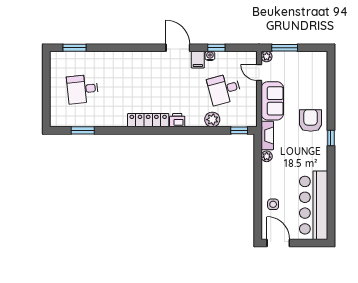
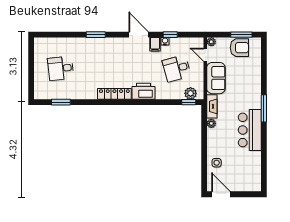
window: (75, 48) -> (96, 35), moved
window: (285, 48) -> (241, 35), moved
printer: (177, 120) -> (143, 91), width x1.87, depth x1.48
plant: (212, 120) -> (191, 93), moved
armchair: (311, 120) -> (239, 48), moved, turned 90
window: (331, 138) -> (264, 108), width x2.17
bar counter: (314, 205) -> (250, 130), moved, width x0.73

